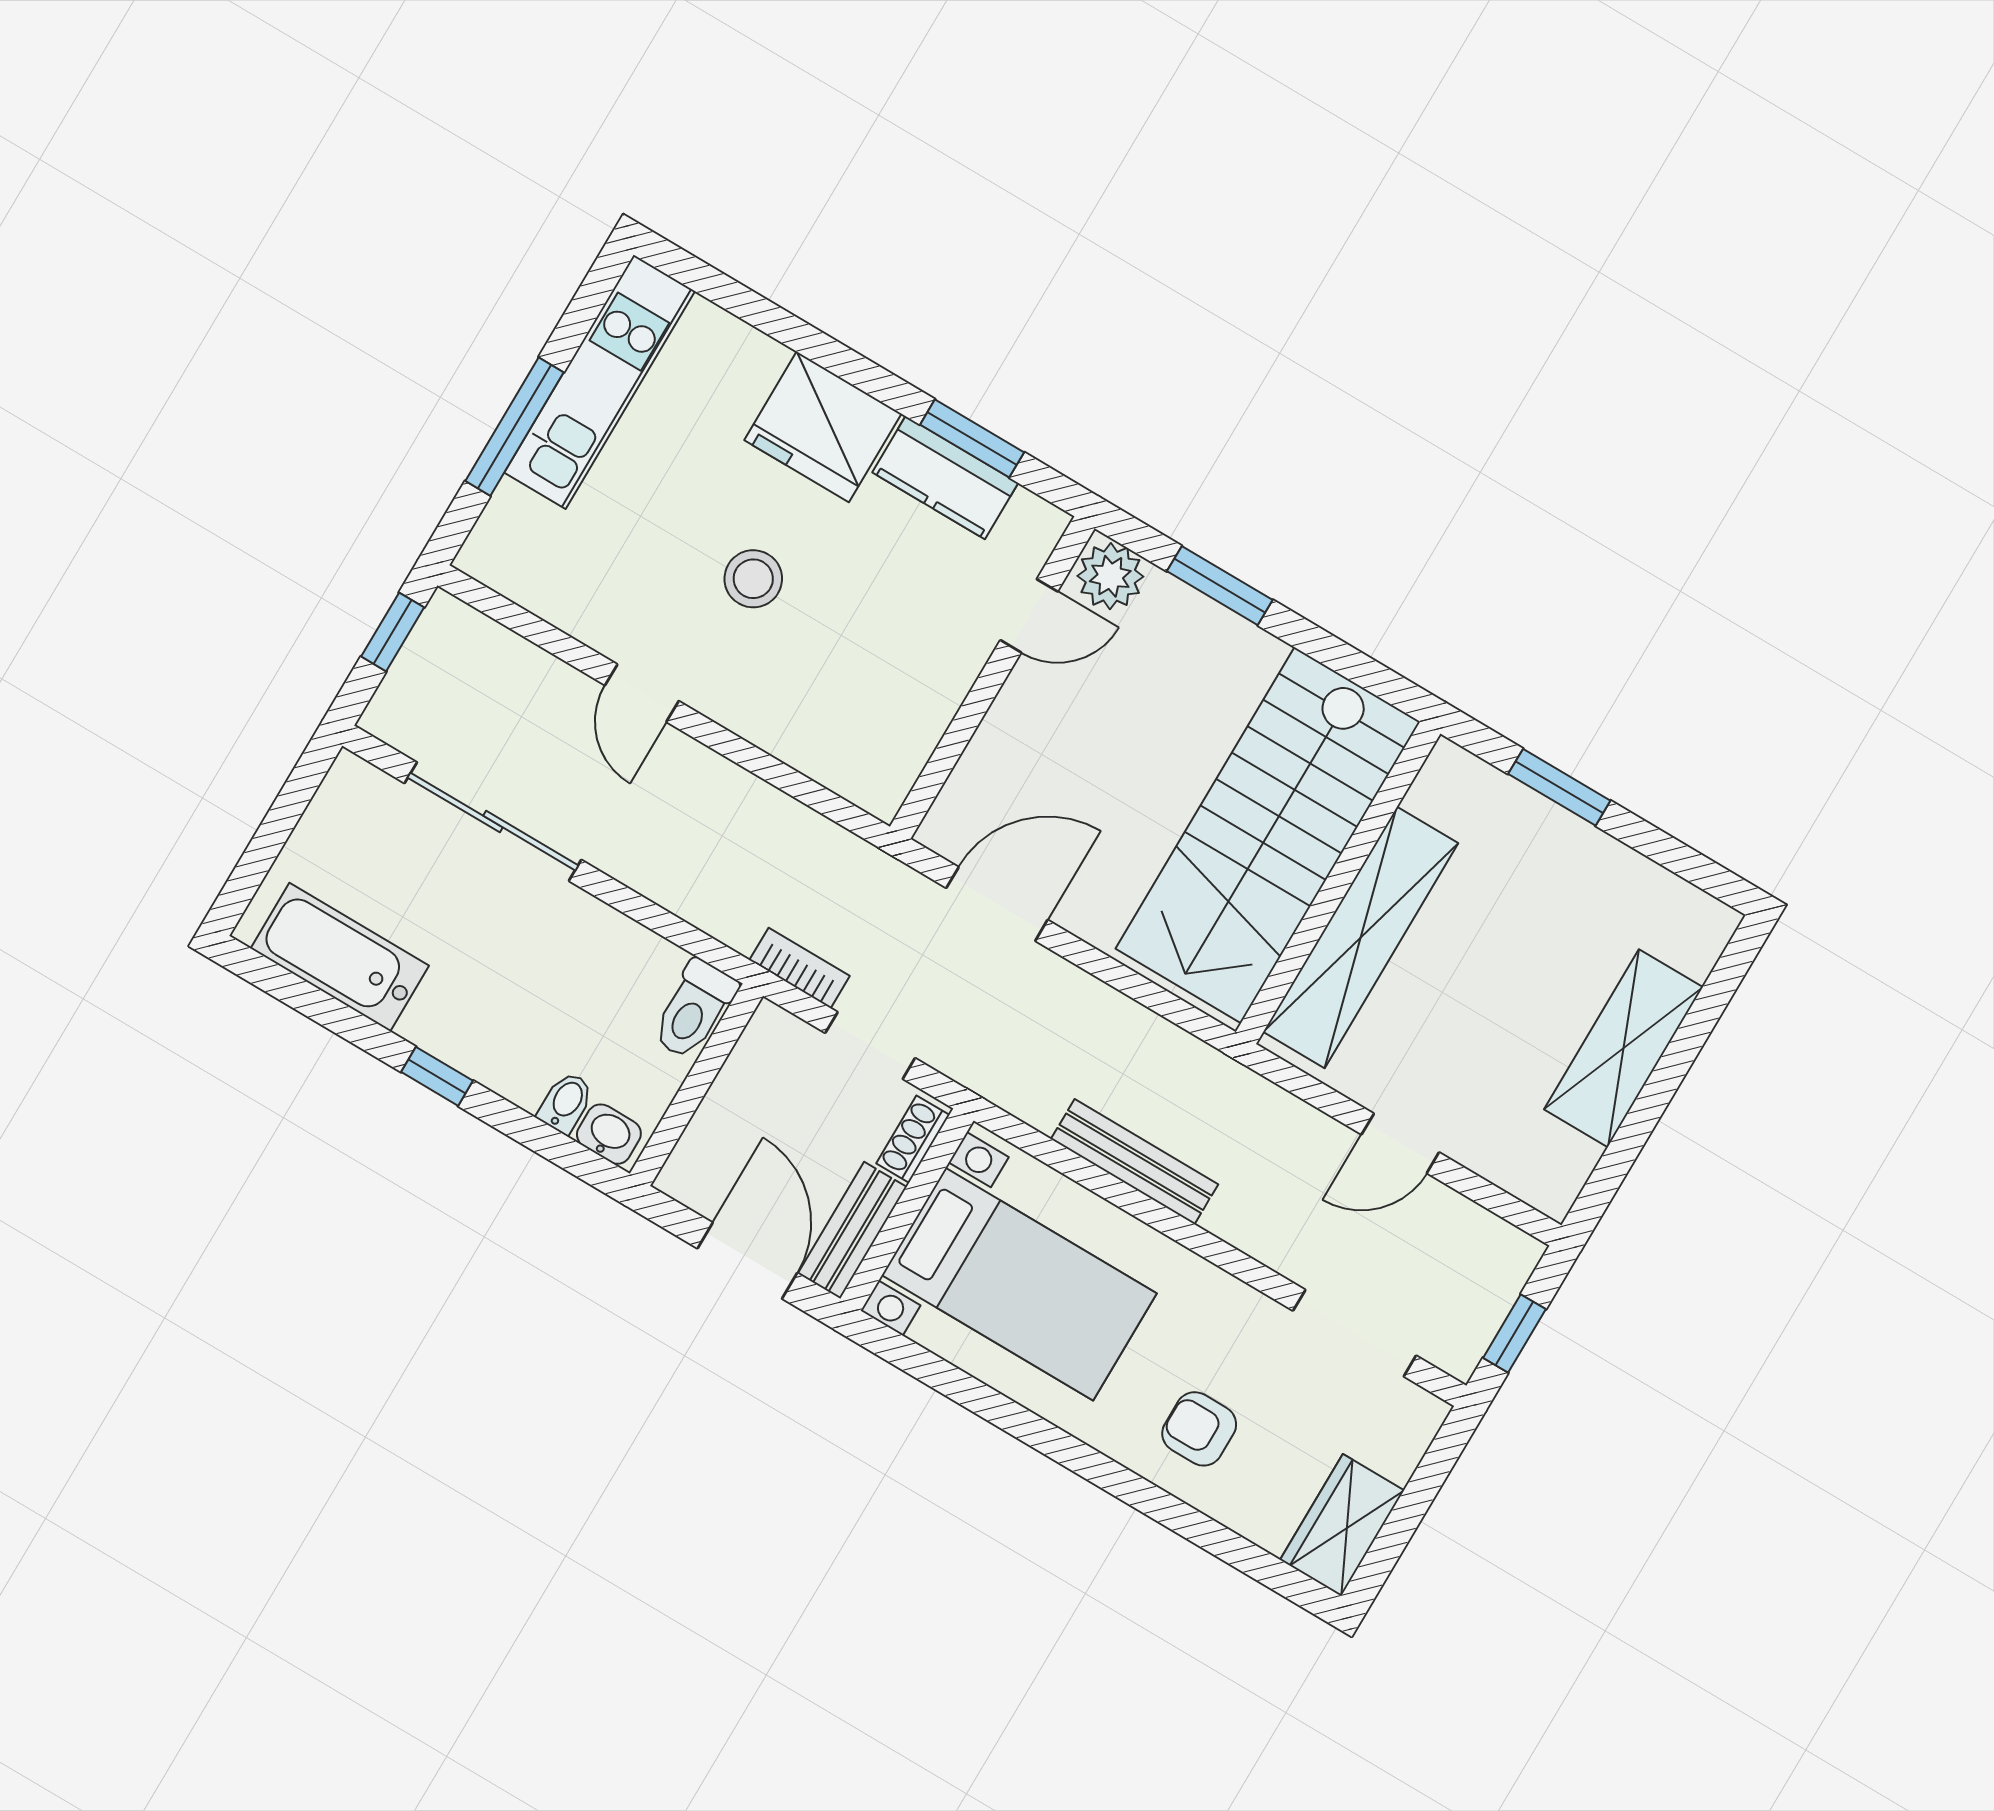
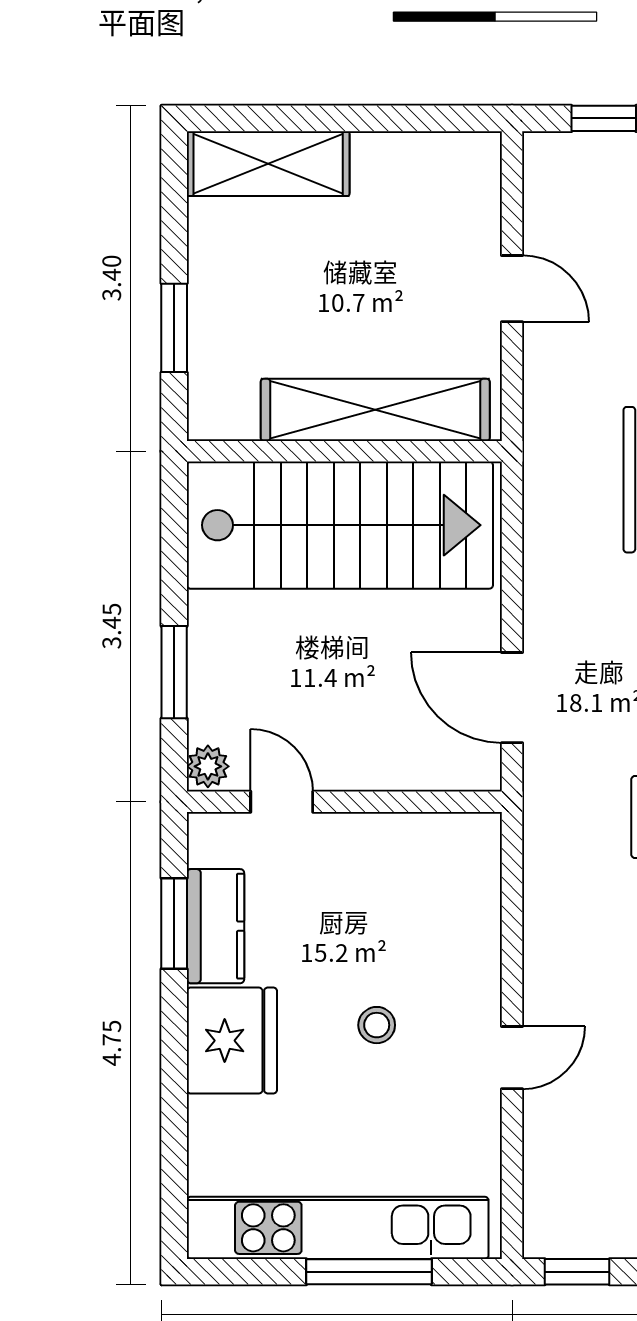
kitchen unit: (600, 382) -> (338, 1228), width x1.36
plant: (1110, 576) -> (208, 766), width x0.73, depth x0.73
stool: (753, 579) -> (377, 1025), width x0.73, depth x0.73
shelving: (1623, 1048) -> (268, 164), moved

